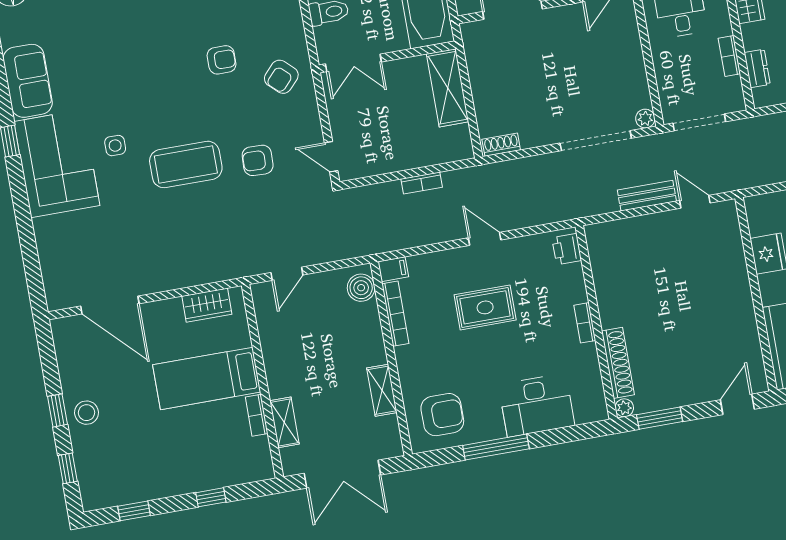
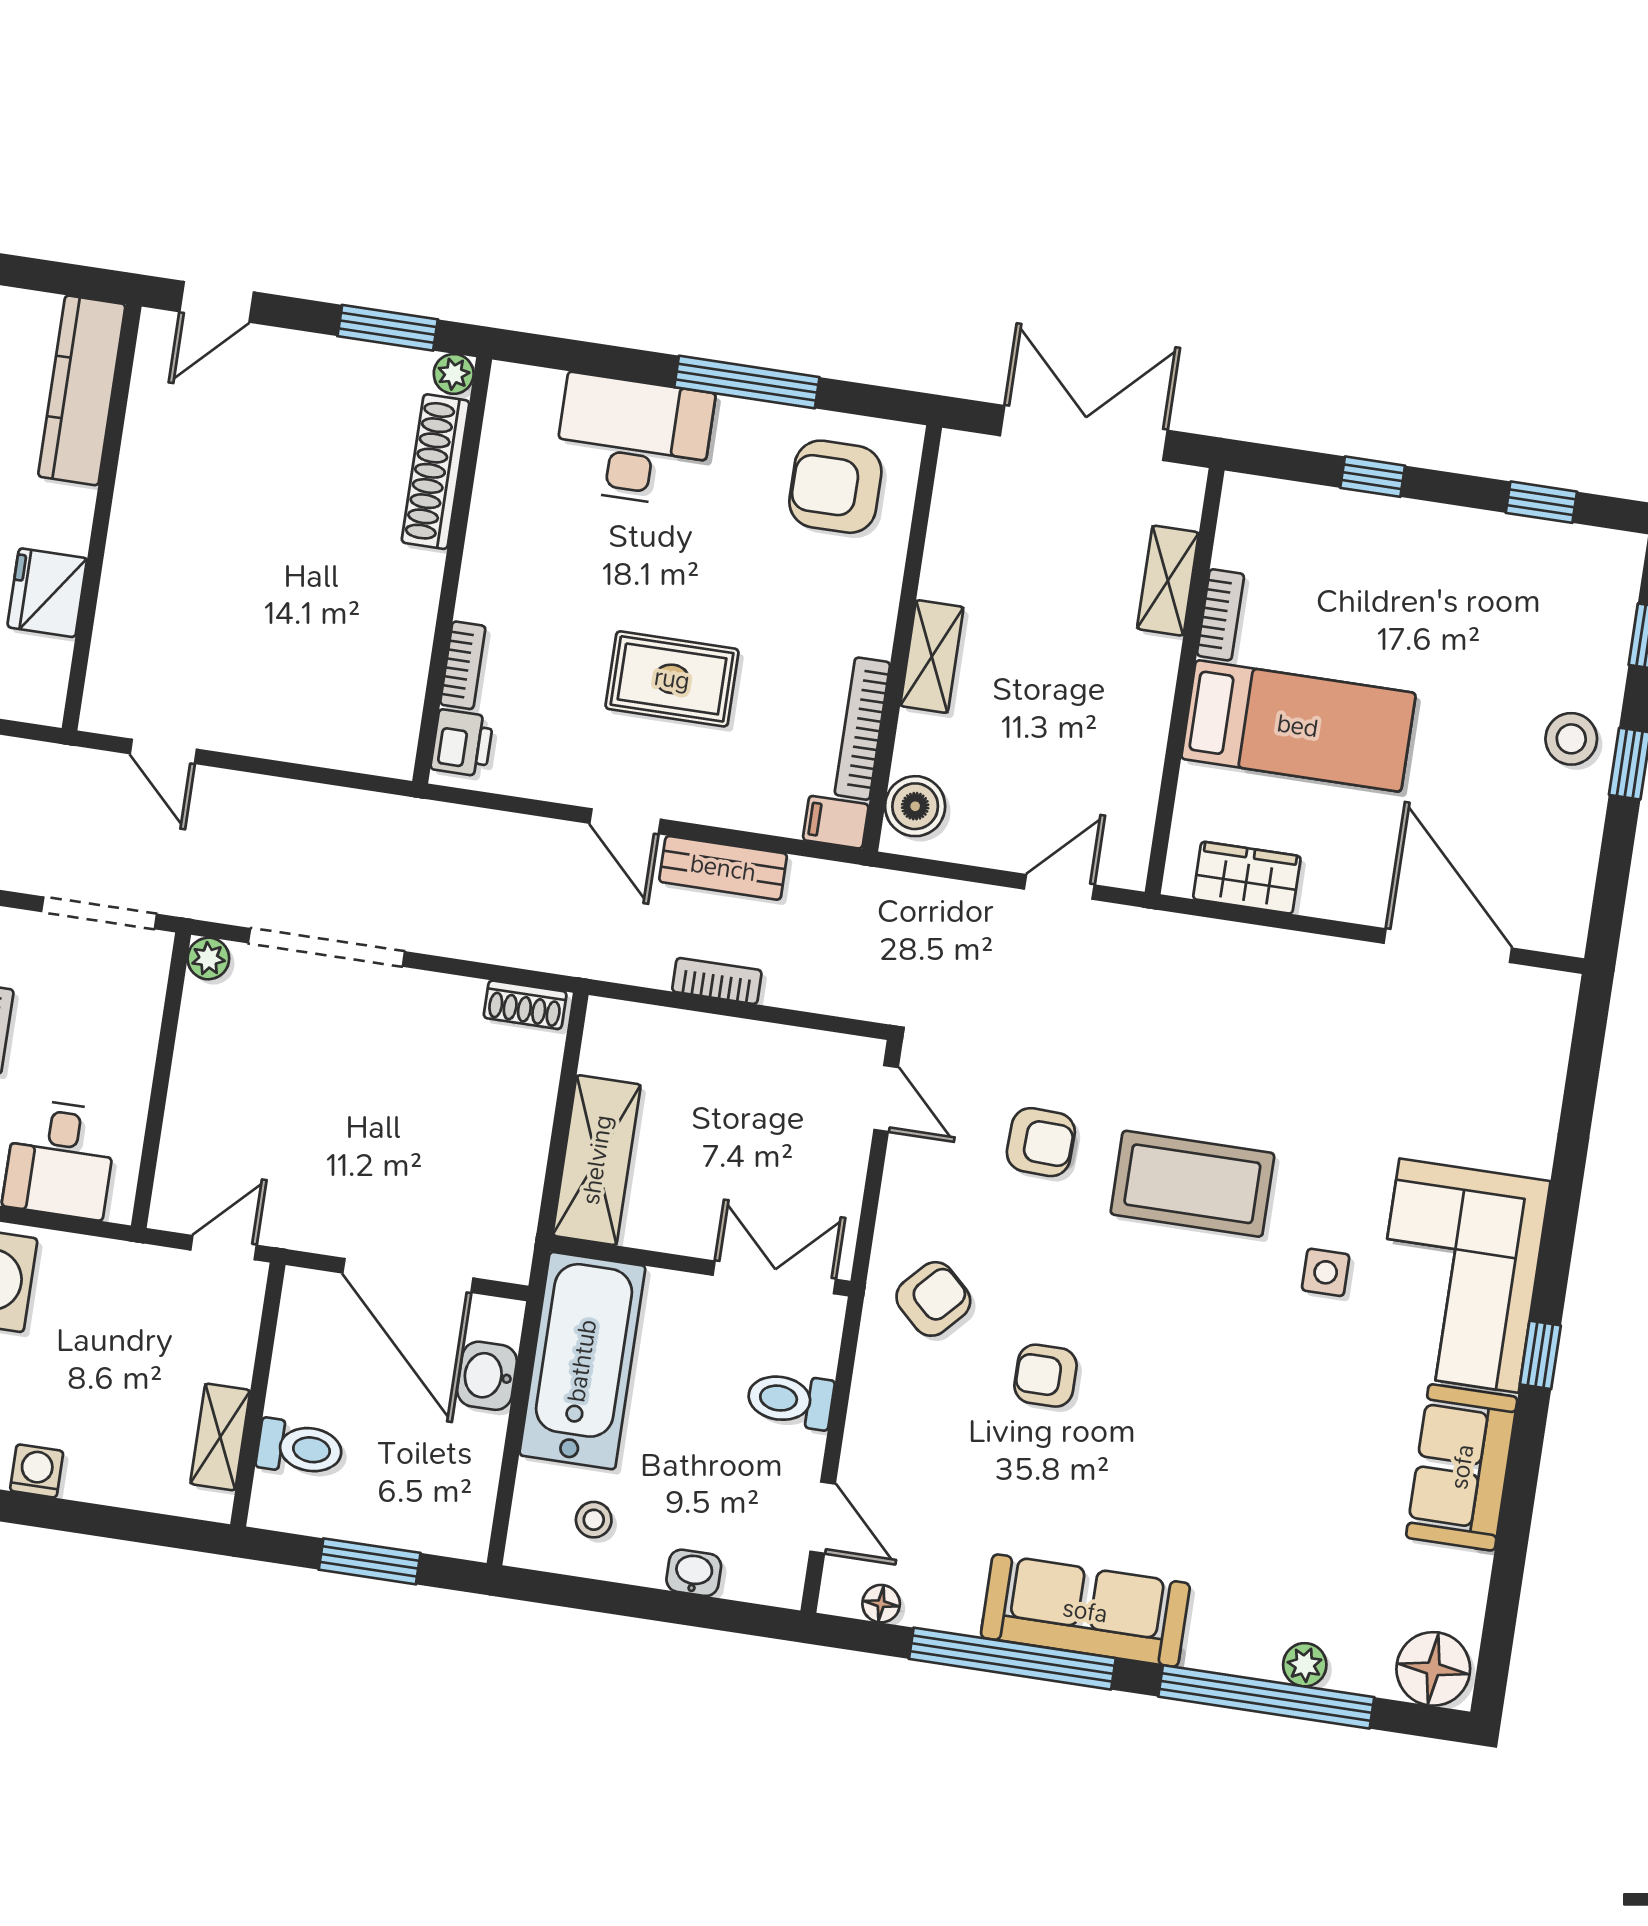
bench: (647, 196) -> (723, 868), moved
bookcase: (585, 323) -> (463, 665), moved
shelving: (382, 390) -> (932, 657), moved

